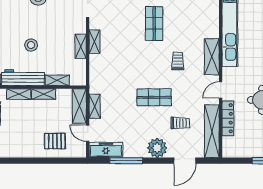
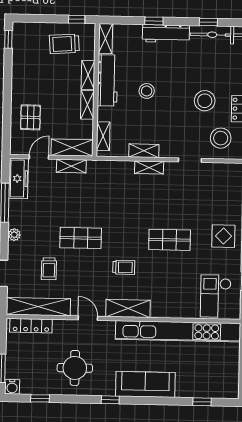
shelving: (57, 80) -> (103, 136), moved
shop shelf: (154, 97) -> (81, 238), turned 90
locker: (228, 118) -> (31, 326), moved
plant: (157, 148) -> (14, 235), width x0.53, depth x0.53

